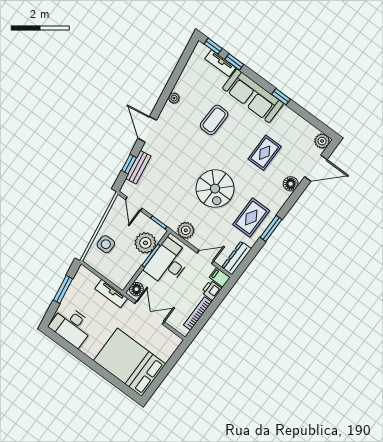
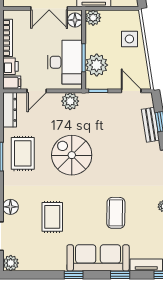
window: (234, 62) -> (120, 275), moved
plant: (121, 281) -> (93, 18), added

